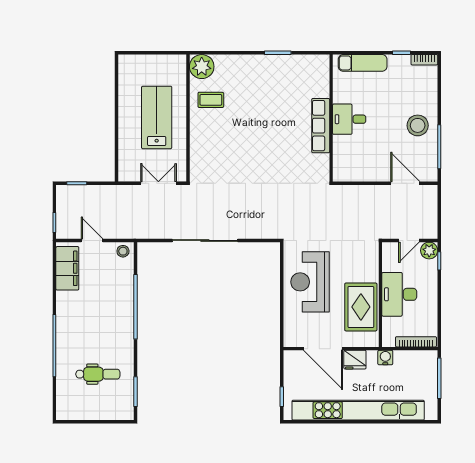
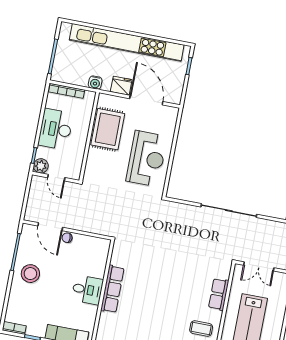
row of seats: (198, 143) -> (219, 294), added
chair: (384, 174) -> (67, 238), added
door: (409, 240) -> (56, 178), swing flipped
desk: (399, 294) -> (56, 129), moved, turned 180

